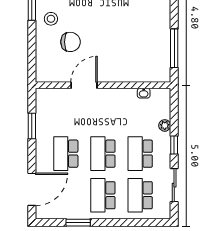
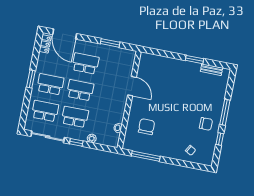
stool: (51, 19) -> (184, 72), removed
chair: (70, 42) -> (147, 127), moved, turned 180
sliding door: (174, 185) -> (48, 137), width x1.37
locker: (50, 213) -> (45, 44), added
window: (78, 223) -> (31, 79), moved

